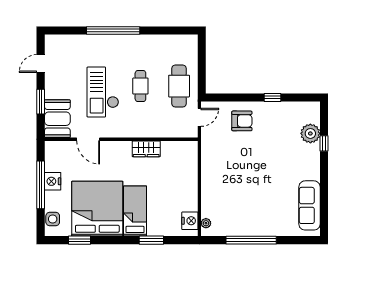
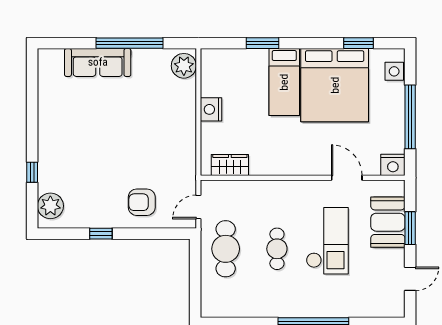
booth: (57, 119) -> (388, 222), moved
plant: (310, 133) -> (50, 206), moved
wardrobe: (146, 149) -> (230, 165), moved
nightstand: (53, 181) -> (393, 165), moved, turned 90
sofa: (310, 205) -> (98, 62), moved, turned 90
nightstand: (190, 221) -> (211, 109), moved
plant: (206, 223) -> (184, 66), width x1.87, depth x1.87

